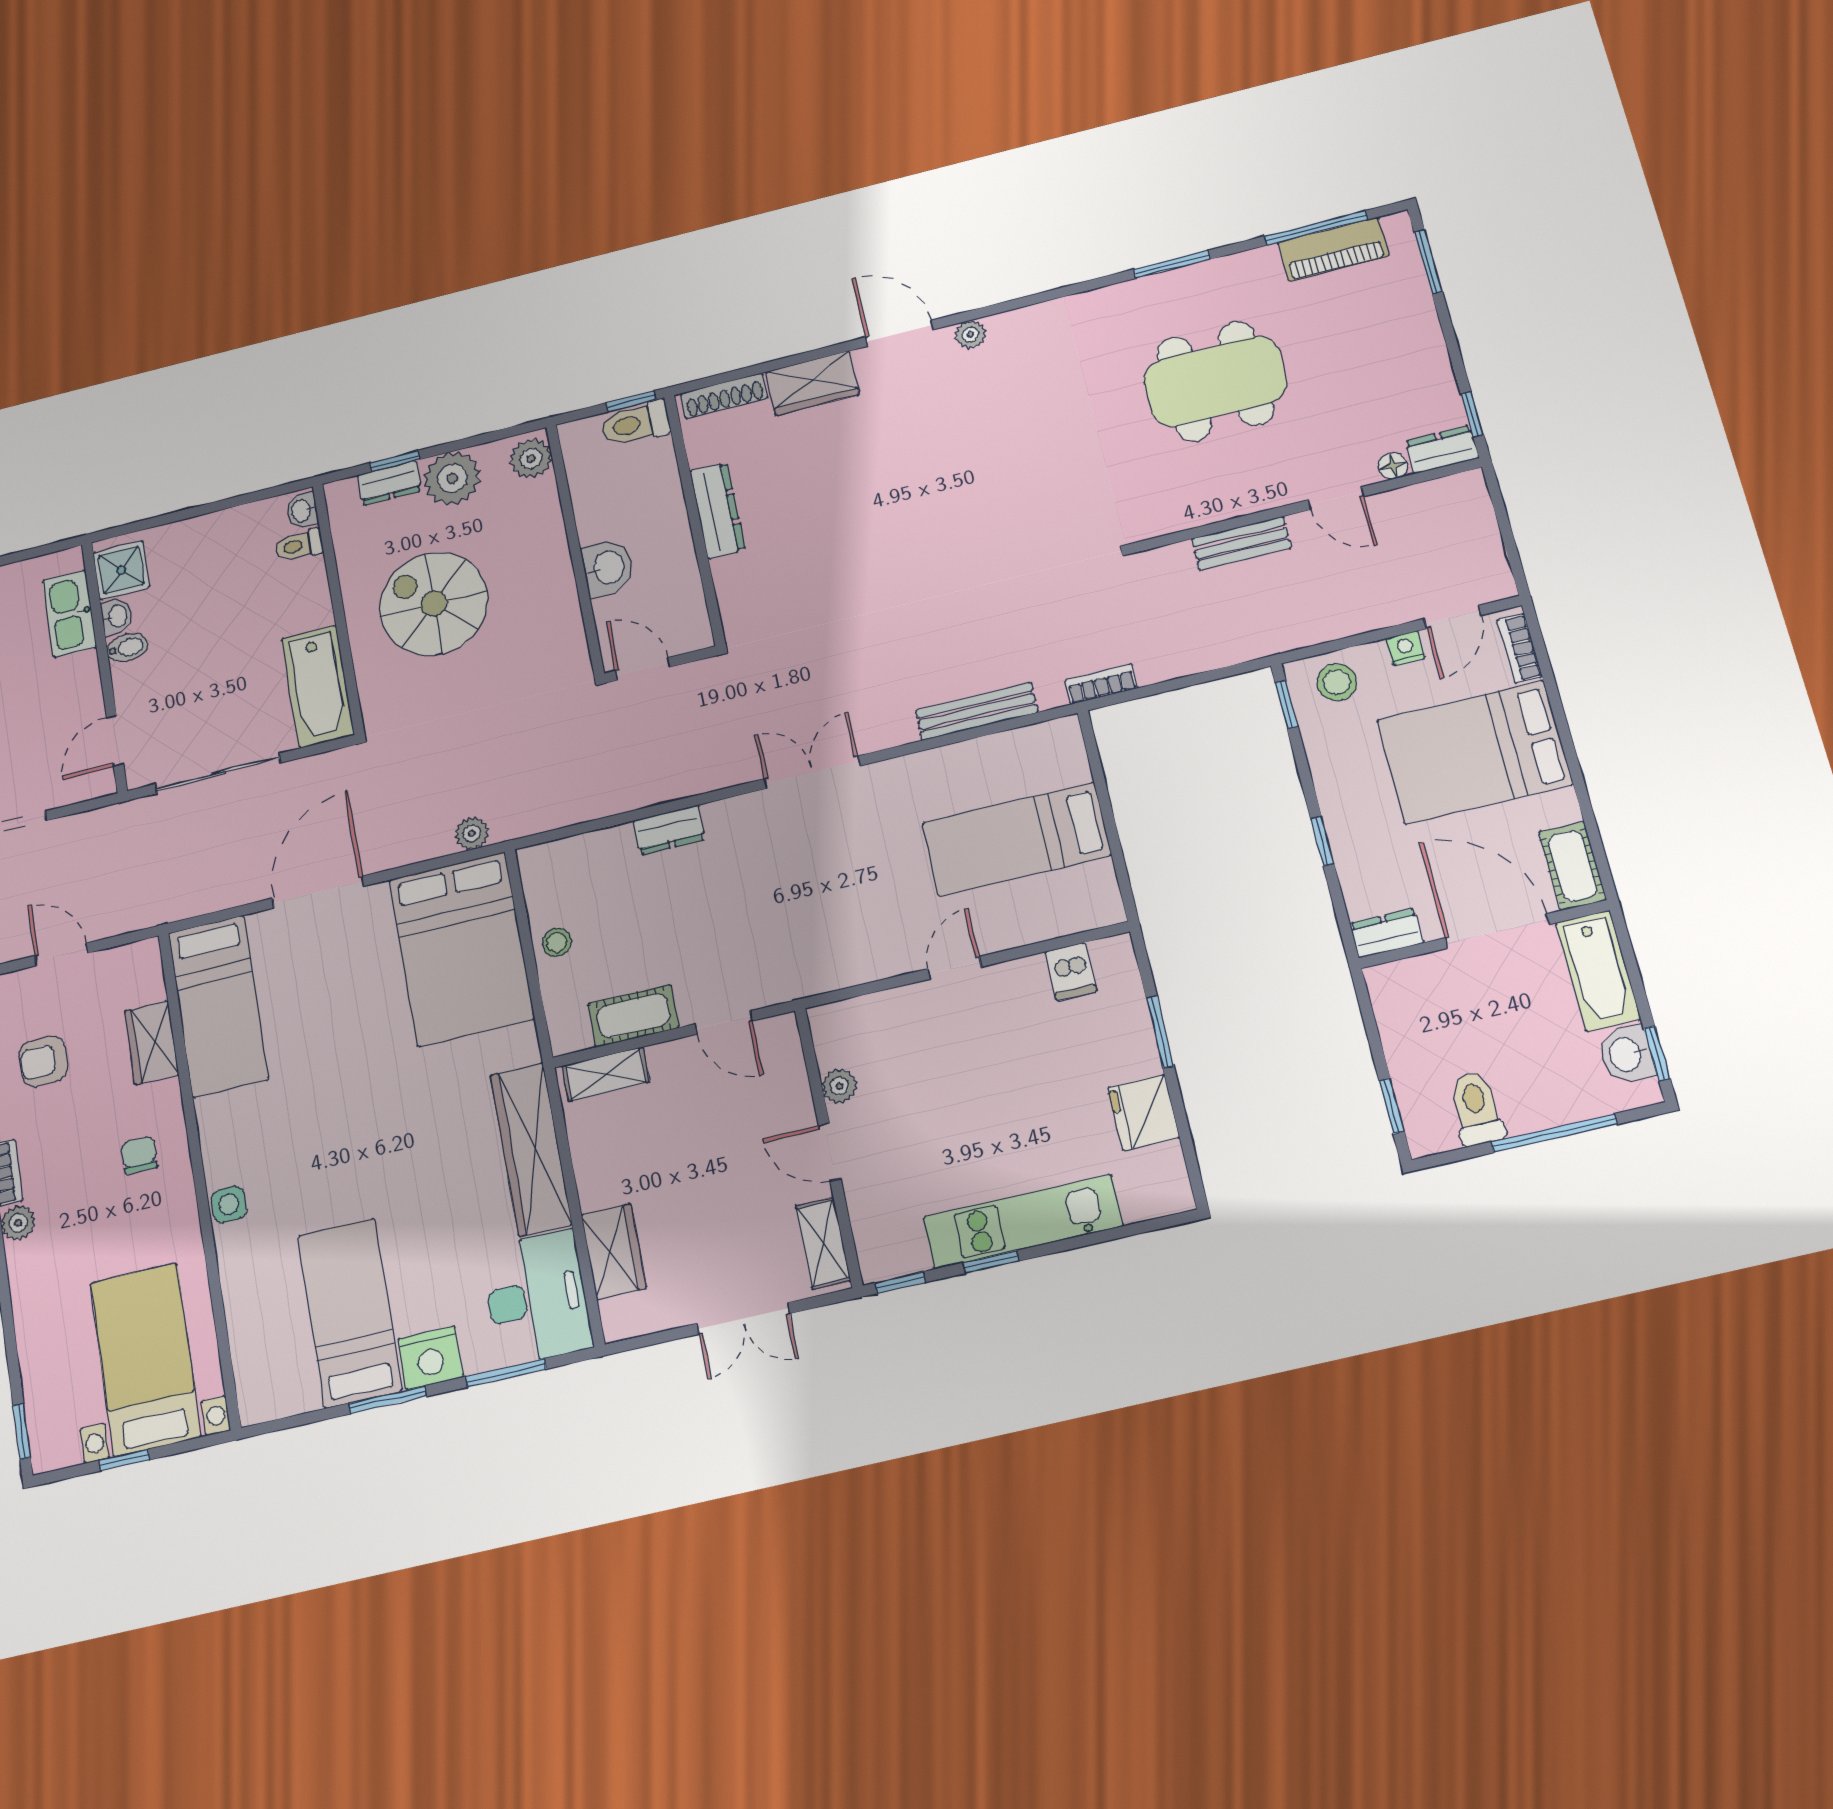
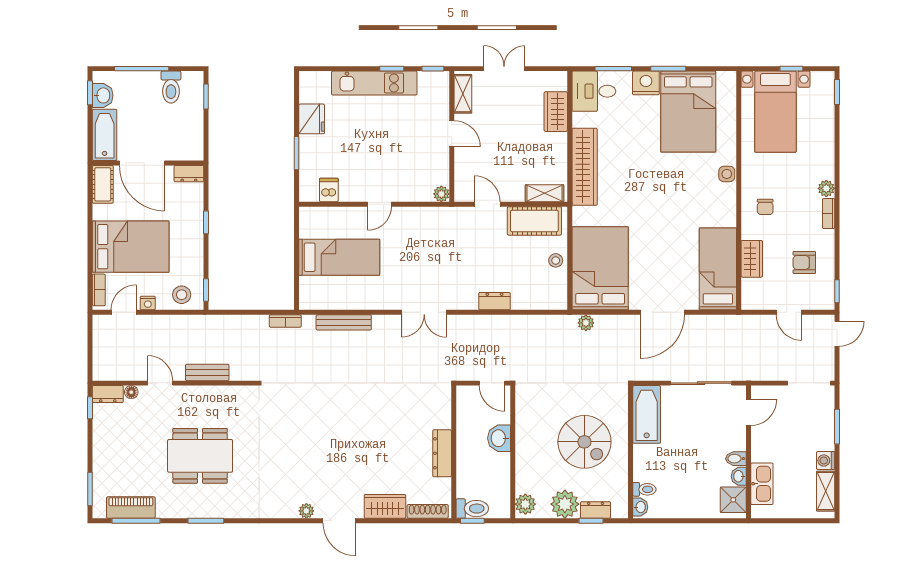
cot: (633, 1016) -> (534, 221), width x1.37, depth x1.34
armchair: (43, 1061) -> (804, 262), turned 180
plant: (839, 1086) -> (441, 194), moved
desk: (537, 1298) -> (594, 91), width x0.73
bed: (350, 1313) -> (688, 112), width x1.50

